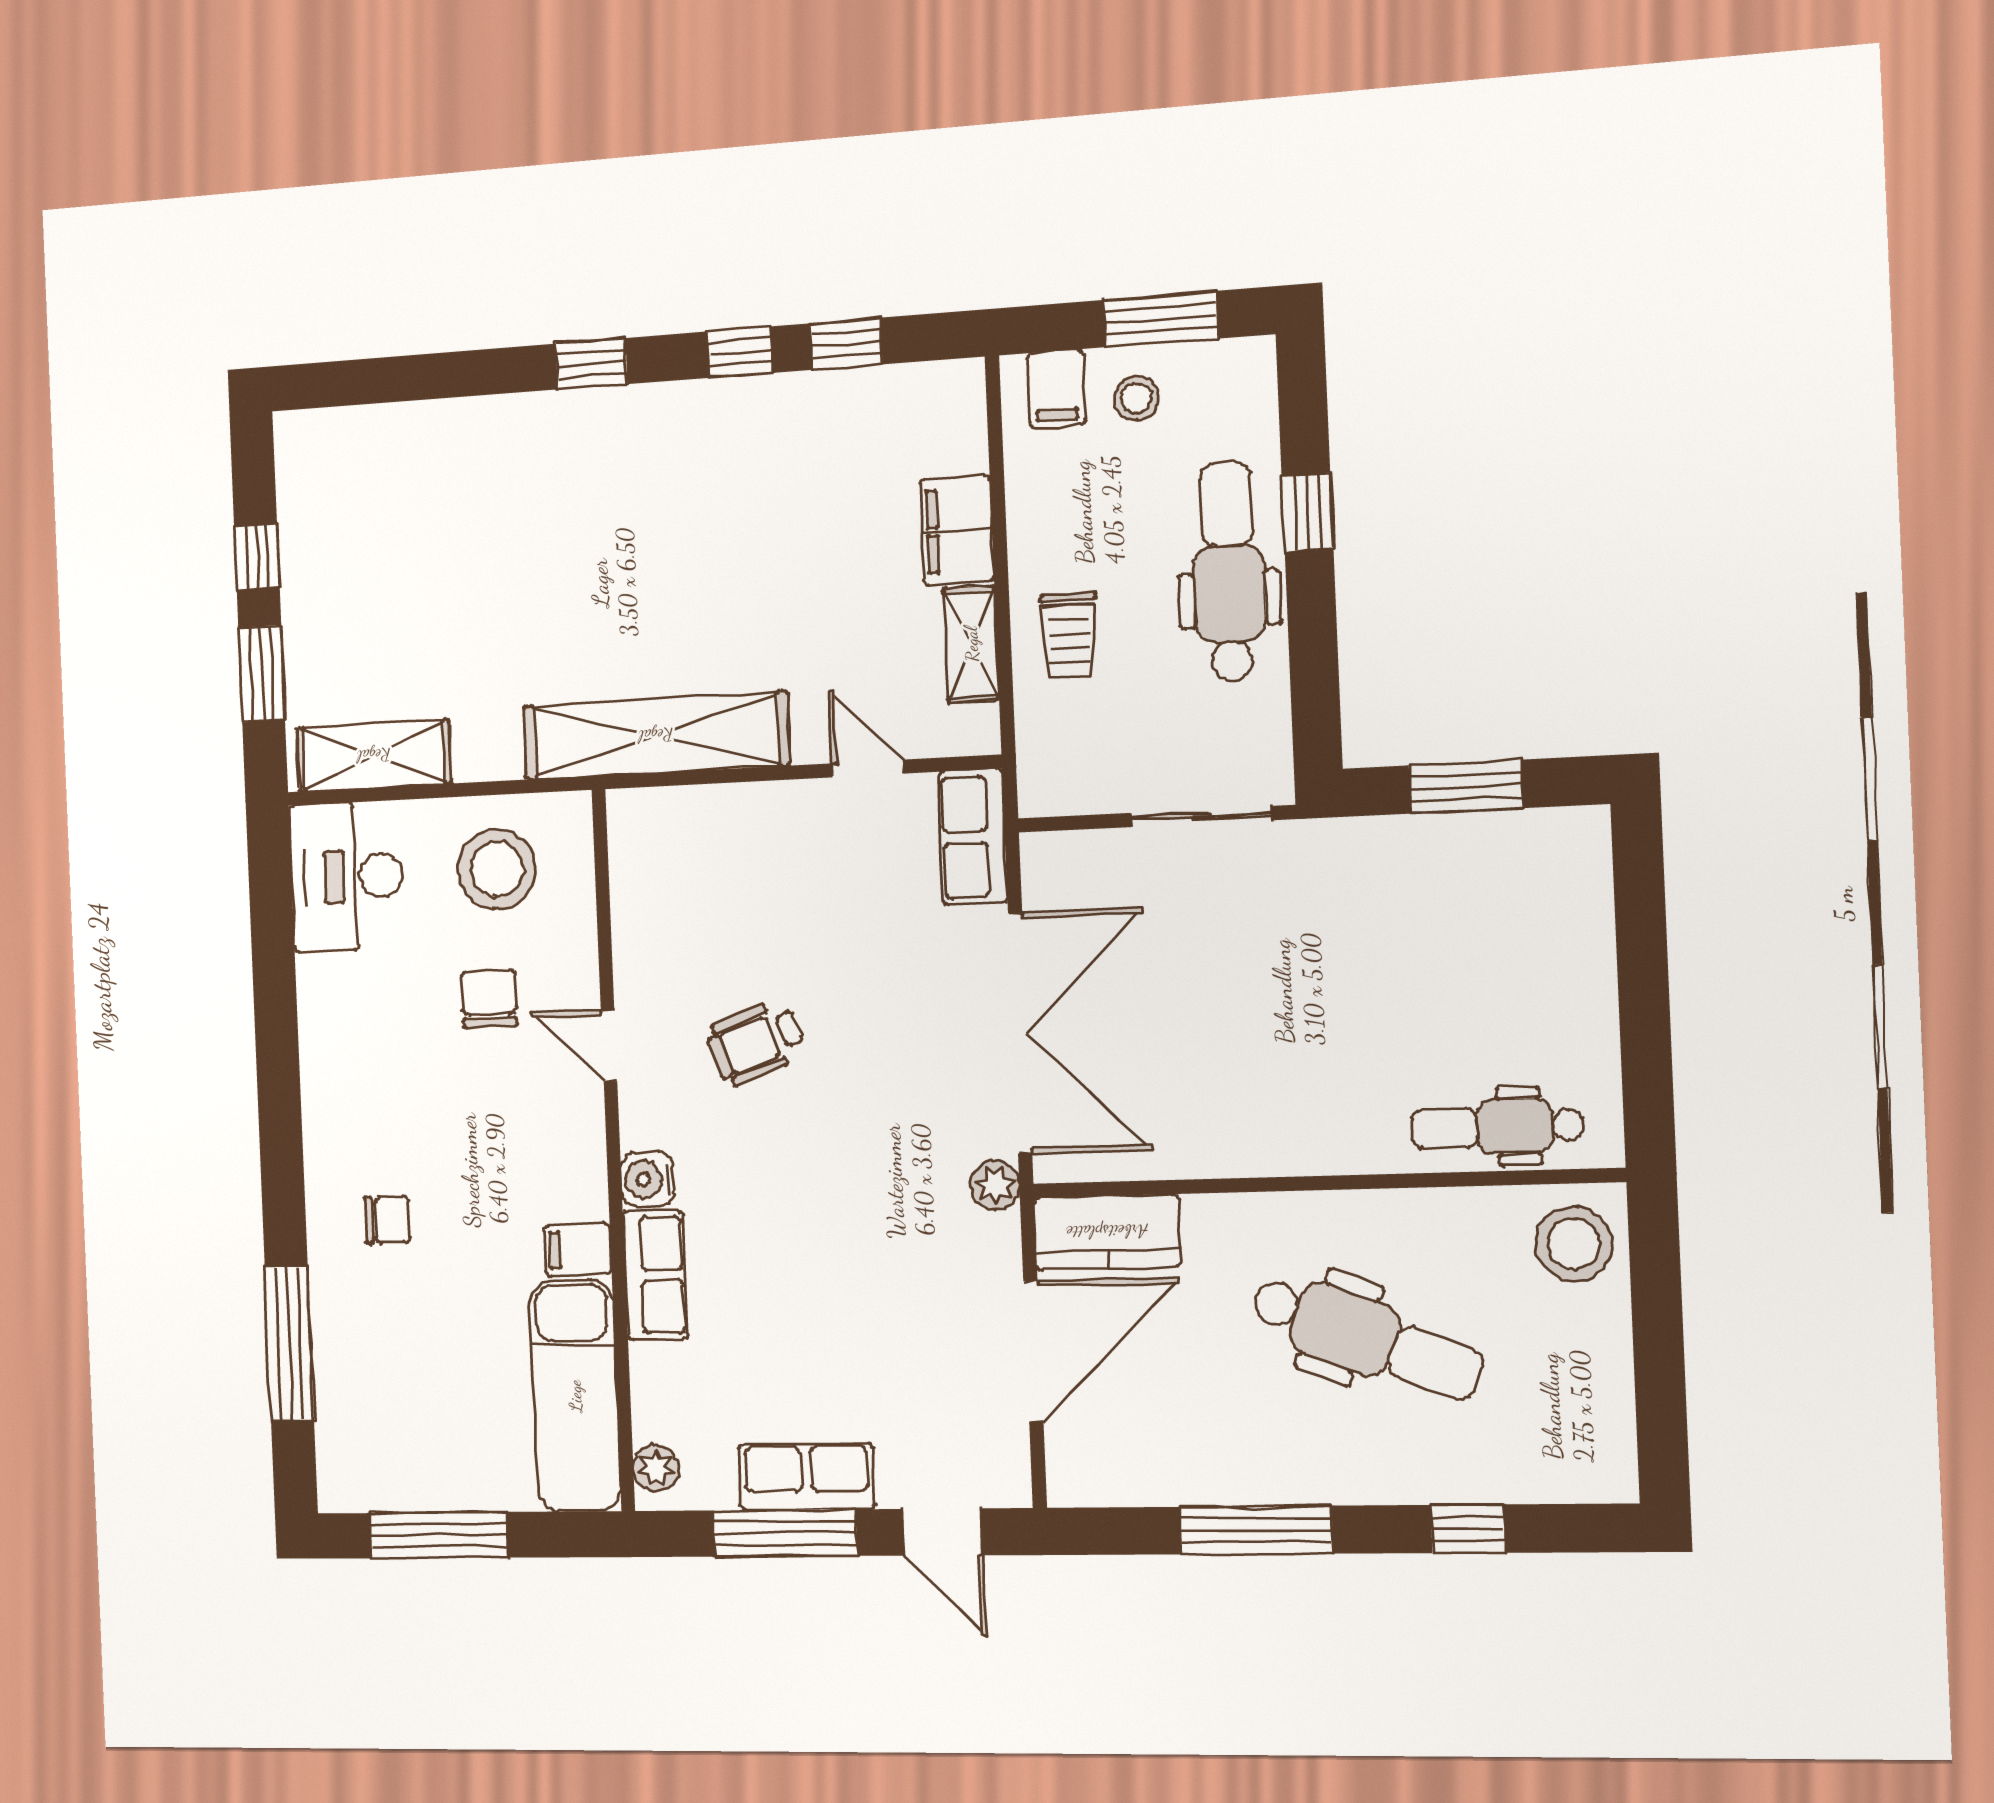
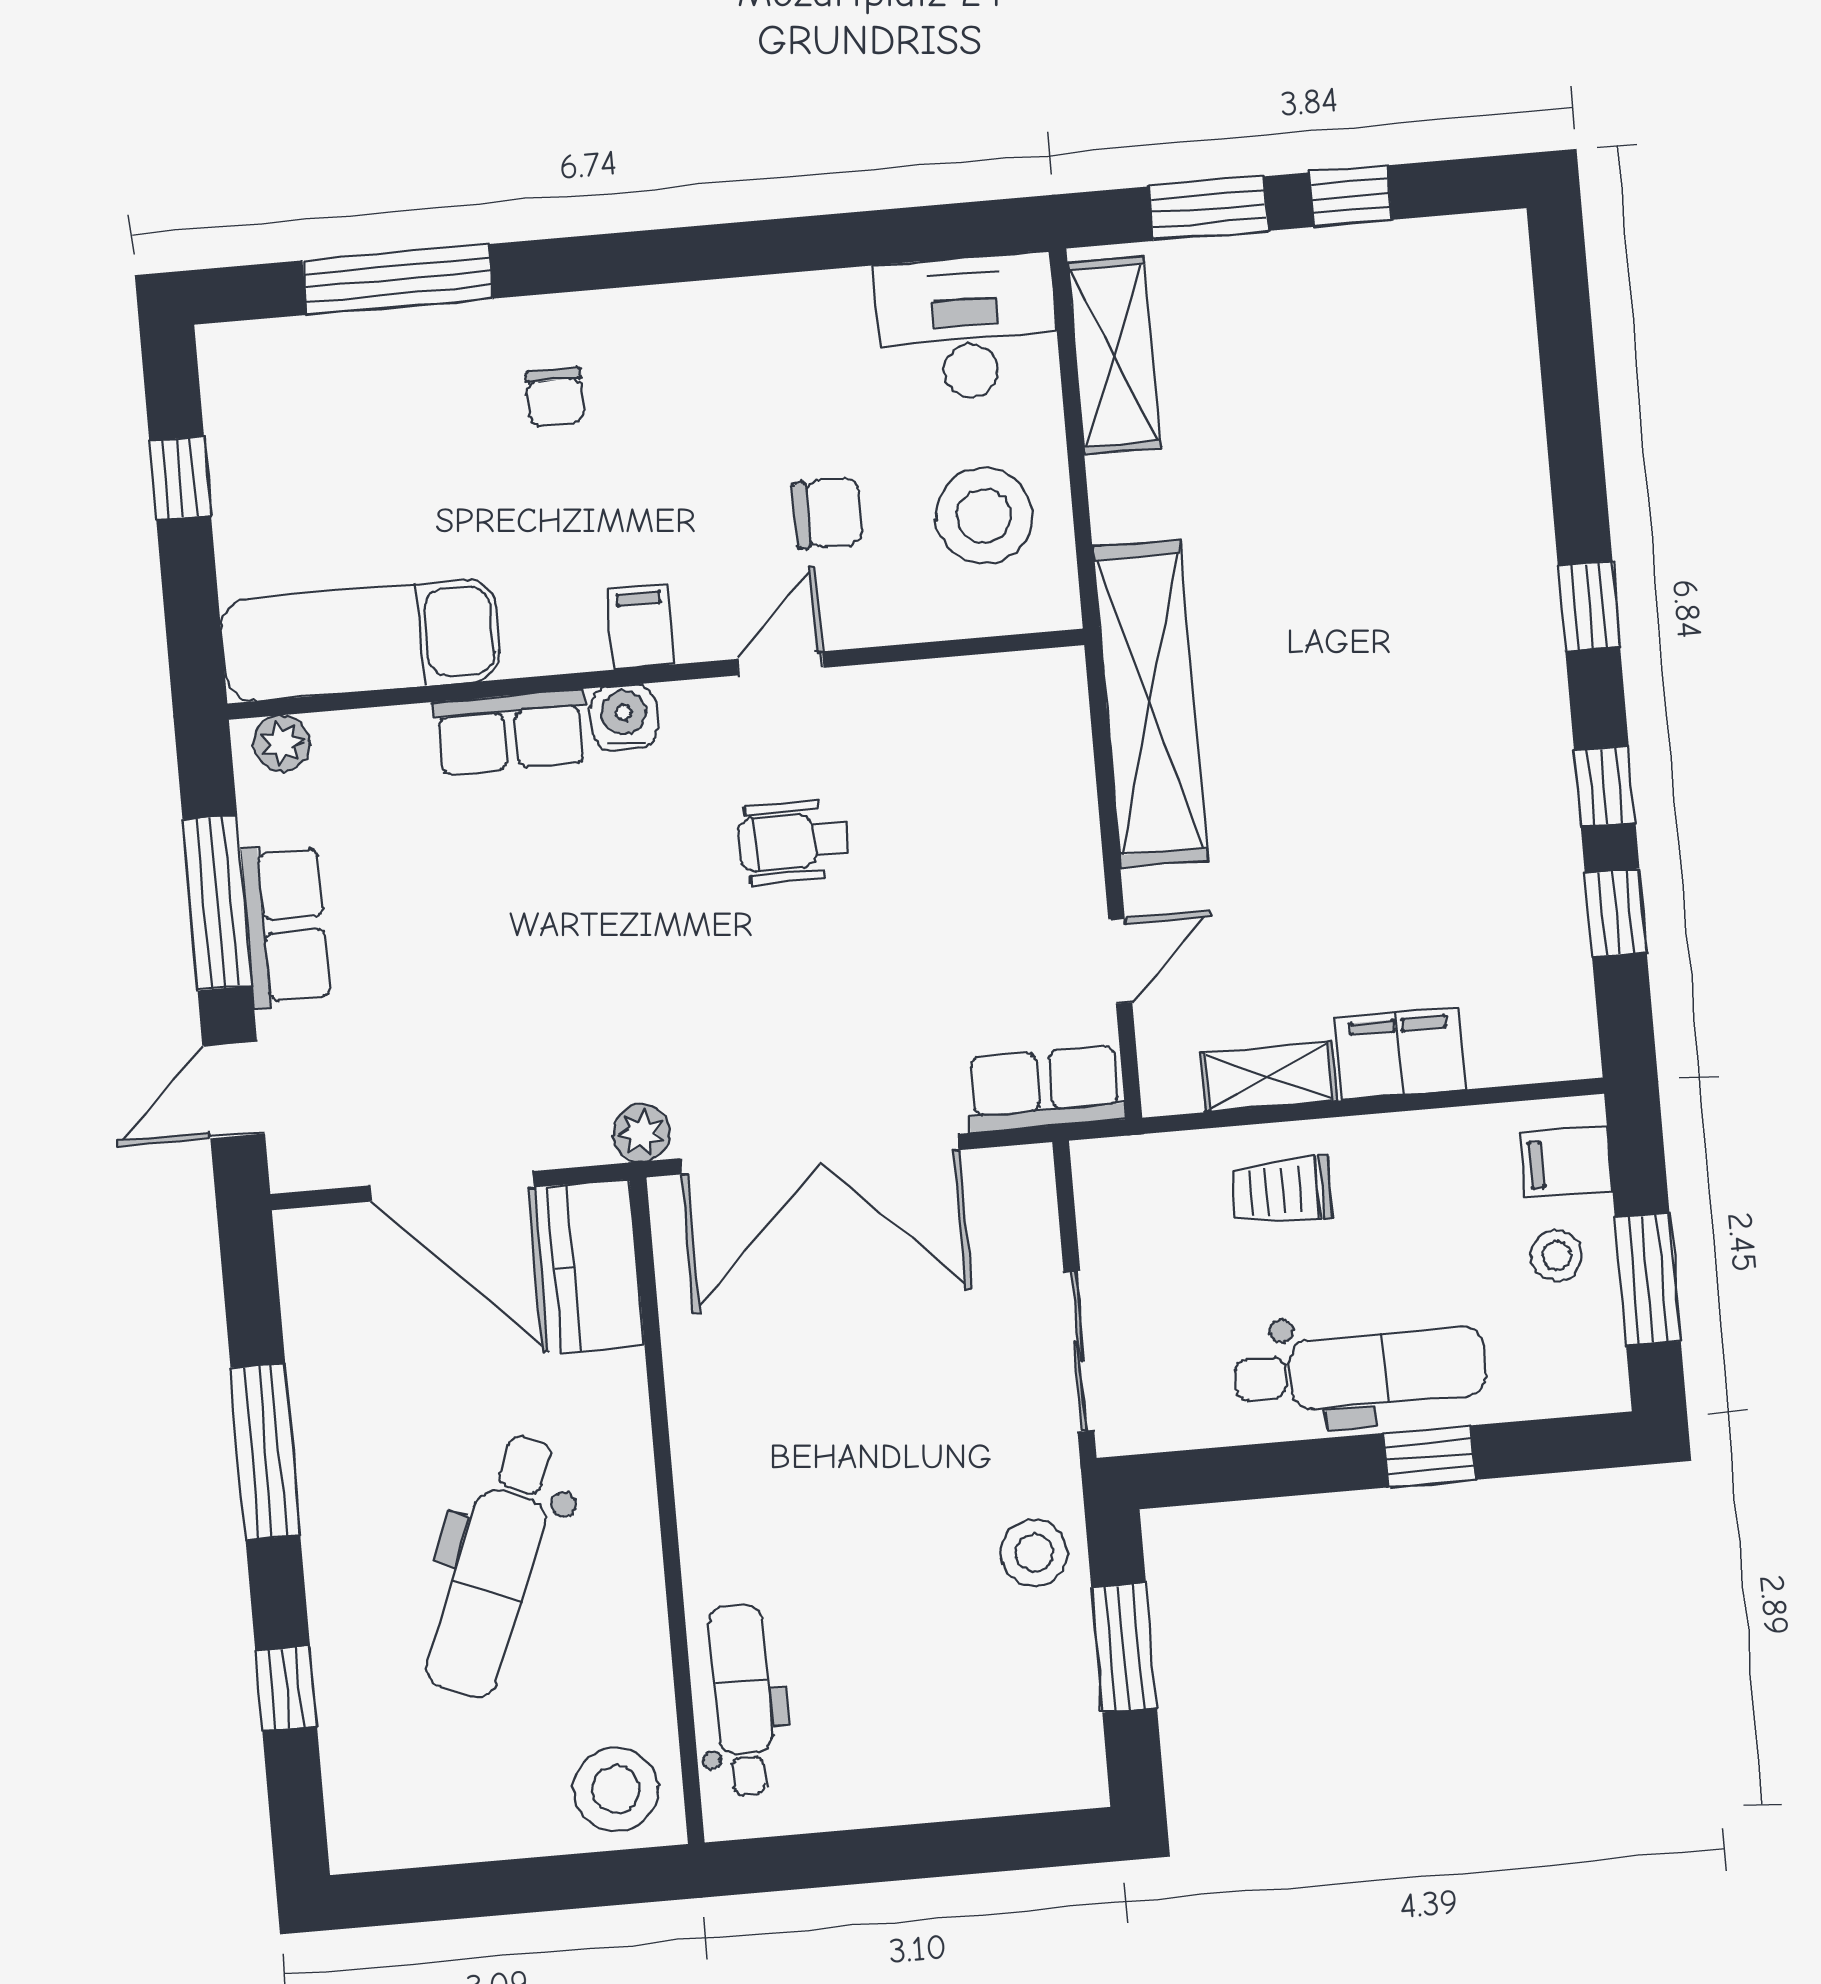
stool: (1377, 863) -> (1034, 1553), added
wheelchair: (756, 1043) -> (793, 842), turned -70
filing cabinet: (578, 1250) -> (641, 627), moved
window: (438, 1535) -> (180, 478), width x0.46

